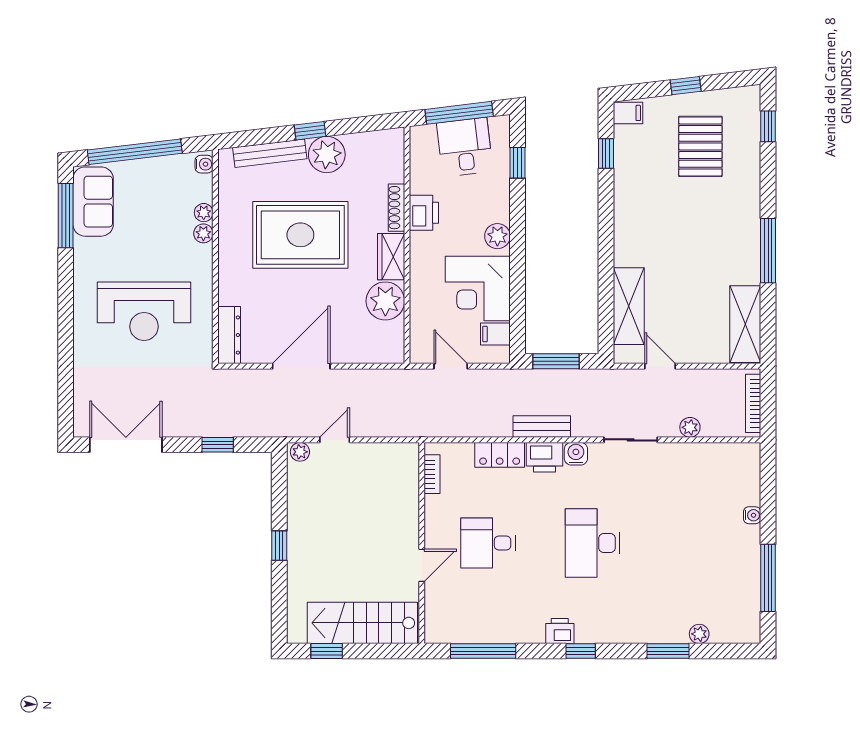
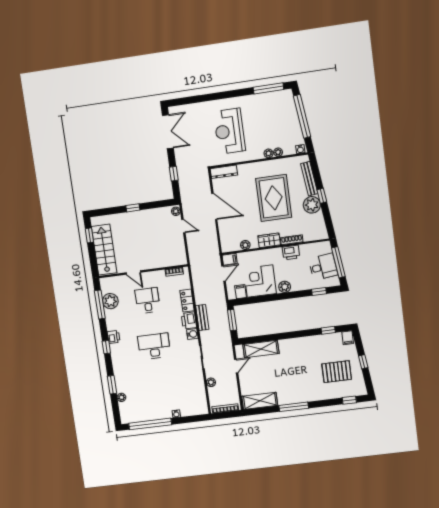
sofa: (93, 202) -> (277, 100), removed
plant: (385, 301) -> (245, 245), width x0.53, depth x0.53
filing cabinet: (421, 348) -> (230, 259), added
window: (768, 578) -> (150, 424), width x1.46
plant: (479, 626) -> (110, 301), added

